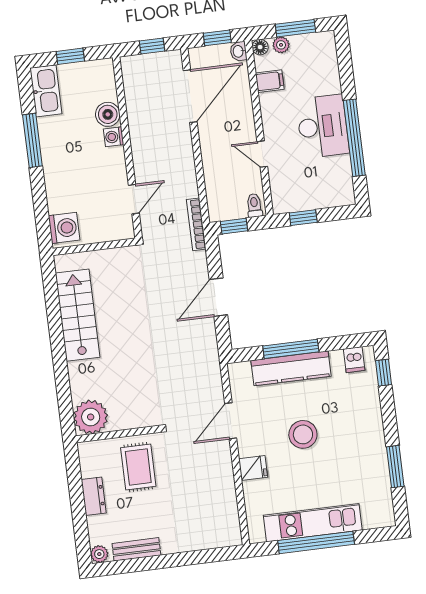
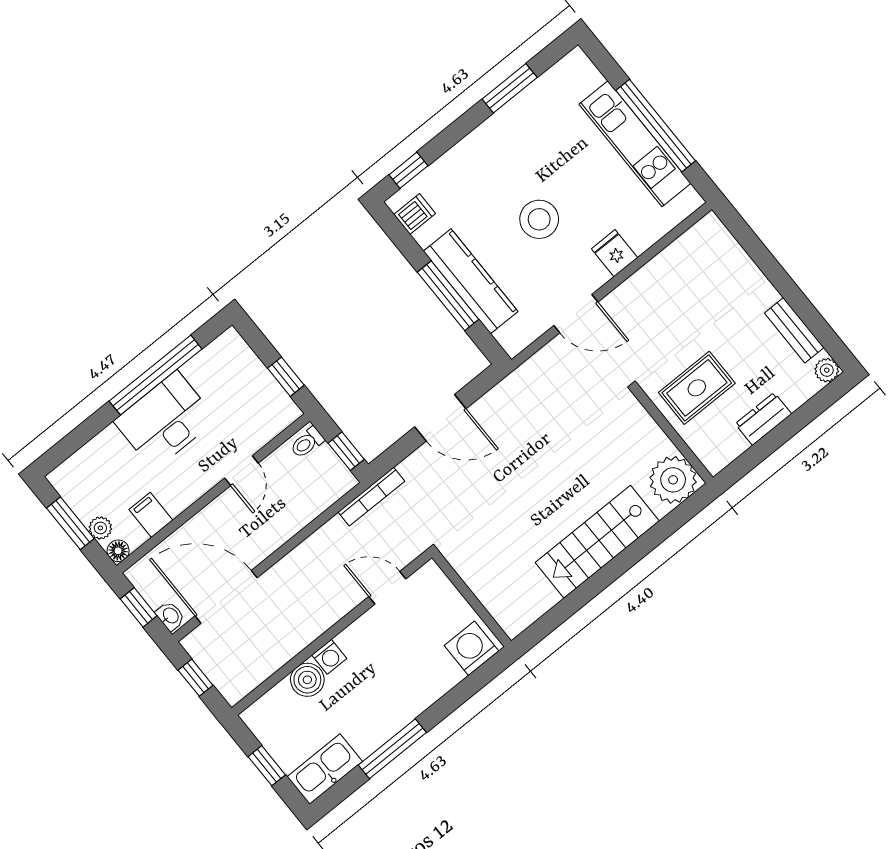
washbasin: (239, 51) -> (170, 616), moved, turned -90
stairs: (78, 315) -> (597, 542), moved

